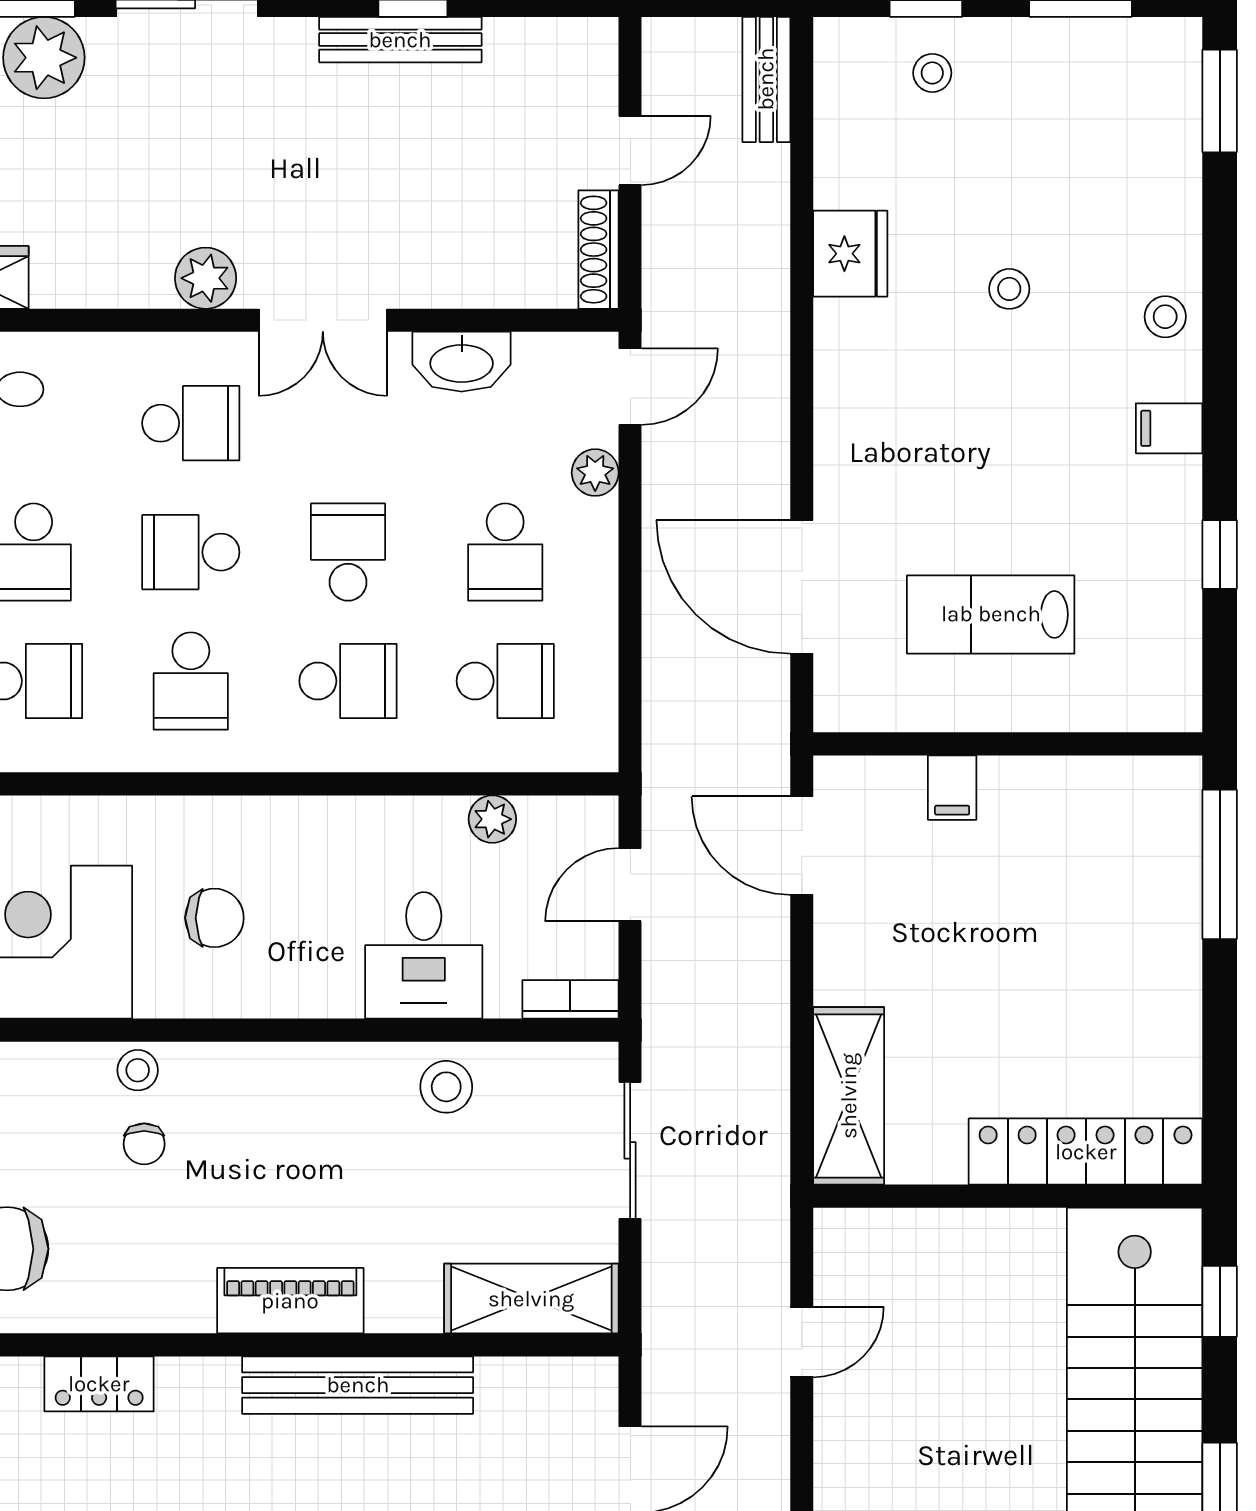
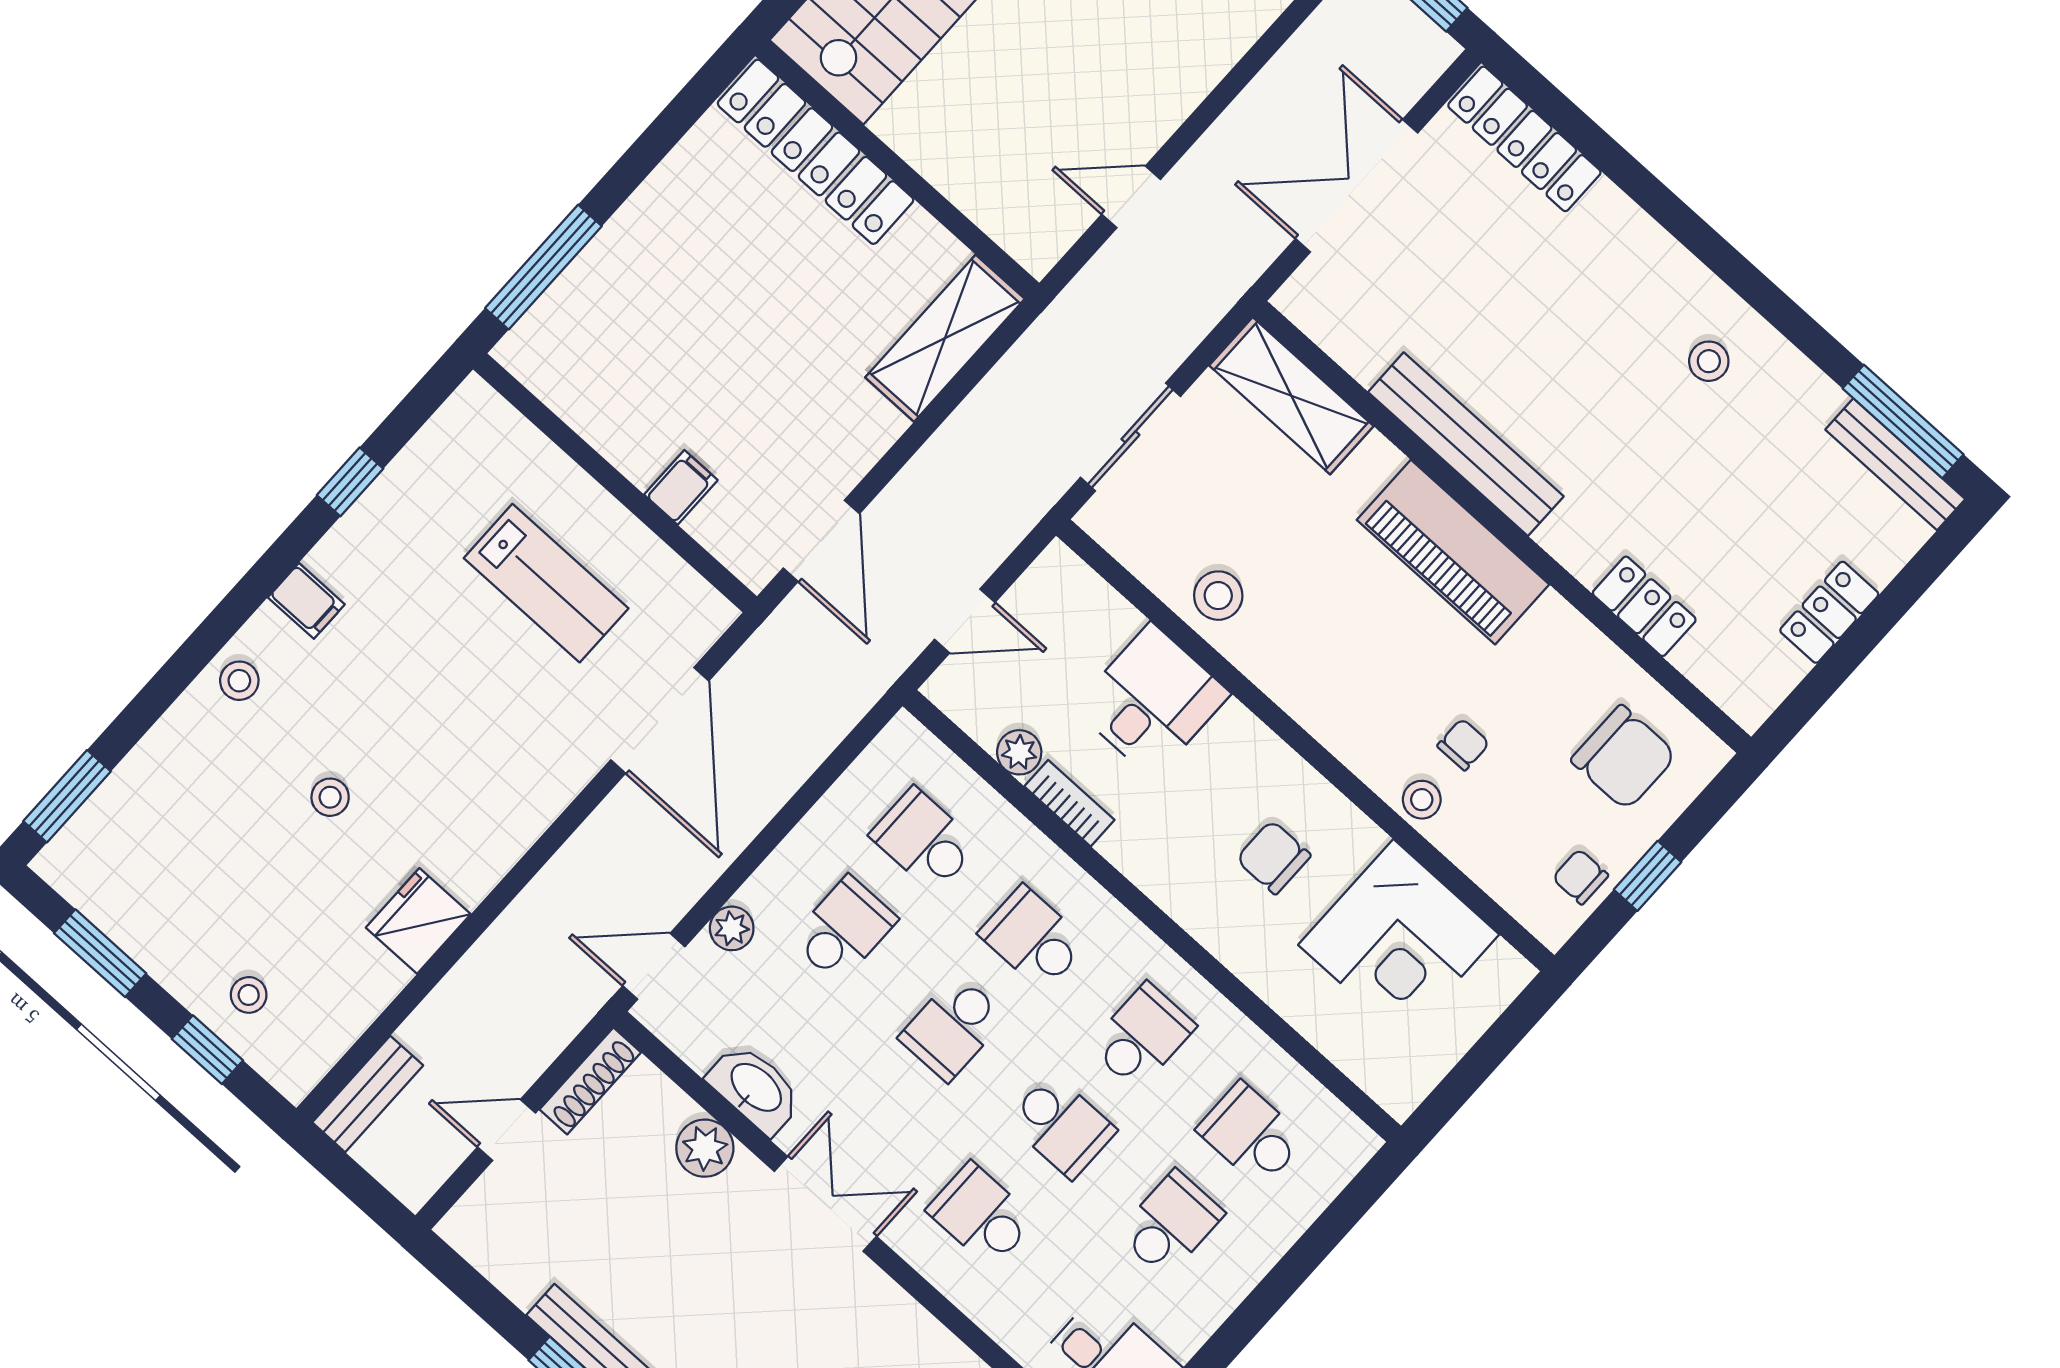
plant: (206, 278) -> (705, 1148), moved
bookcase: (570, 999) -> (1069, 803), moved, turned 180
piano: (290, 1301) -> (1453, 552), width x1.37, depth x1.33

